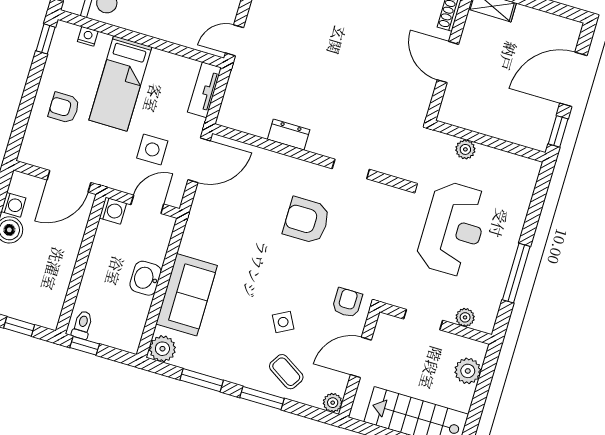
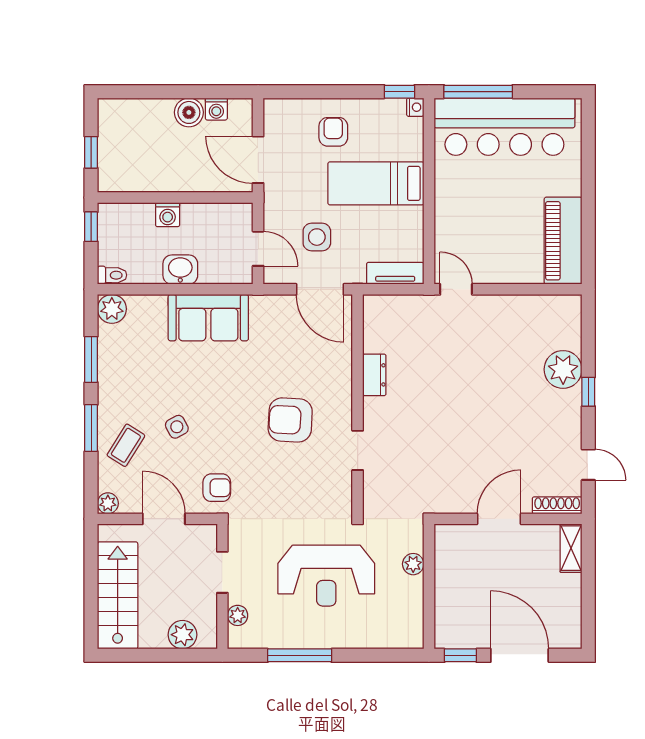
nightstand: (88, 36) -> (415, 107), moved
washing machine: (113, 211) -> (168, 215), moved
armchair: (307, 220) -> (290, 420), turned -87
sofa: (187, 295) -> (208, 318), moved
toilet: (82, 325) -> (112, 275), moved

